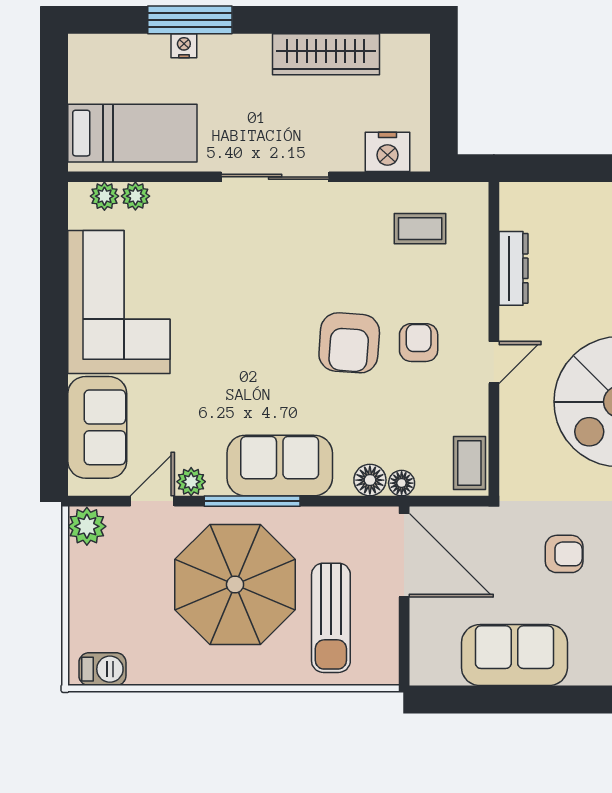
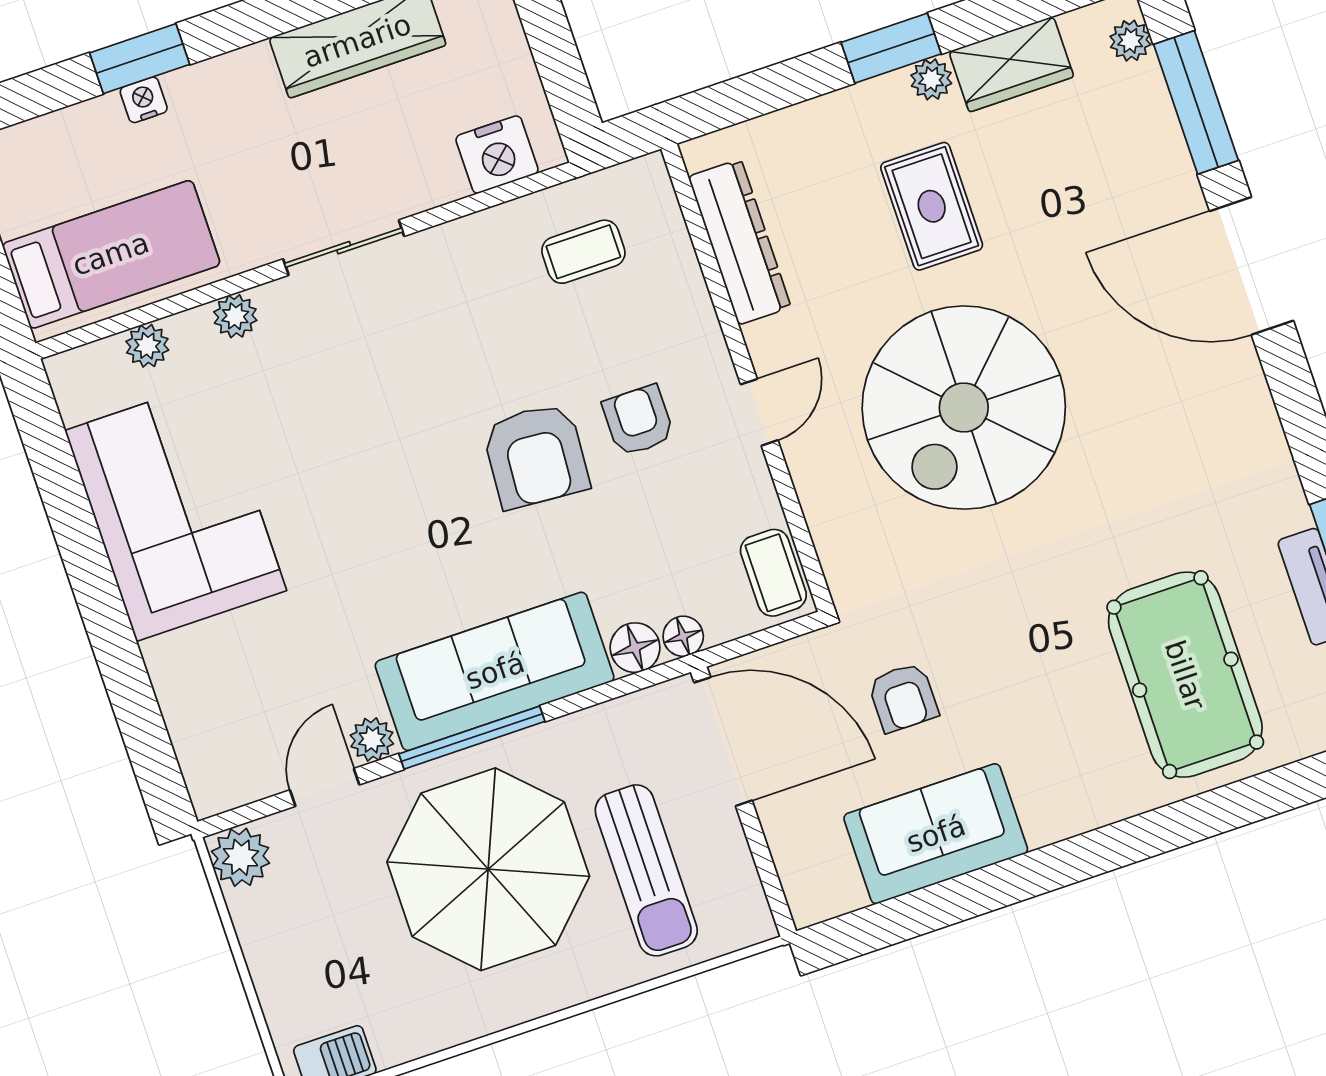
window: (190, 20) -> (140, 59), width x0.69
sliding door: (275, 177) -> (344, 248), width x0.73
plant: (104, 196) -> (235, 316), moved
dresser: (514, 268) -> (740, 242), width x1.37, depth x1.24
sofa: (97, 427) -> (206, 706), removed
sofa: (280, 466) -> (495, 671), width x1.36
armchair: (564, 554) -> (903, 697), moved, turned 90

